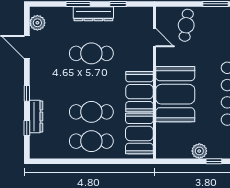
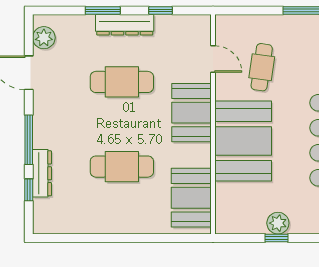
cafe table: (186, 25) -> (262, 67), moved
booth: (139, 92) -> (191, 113), moved
window: (27, 93) -> (29, 140), width x2.17
cafe table: (91, 141) -> (122, 209), removed
window: (214, 161) -> (276, 238), moved

